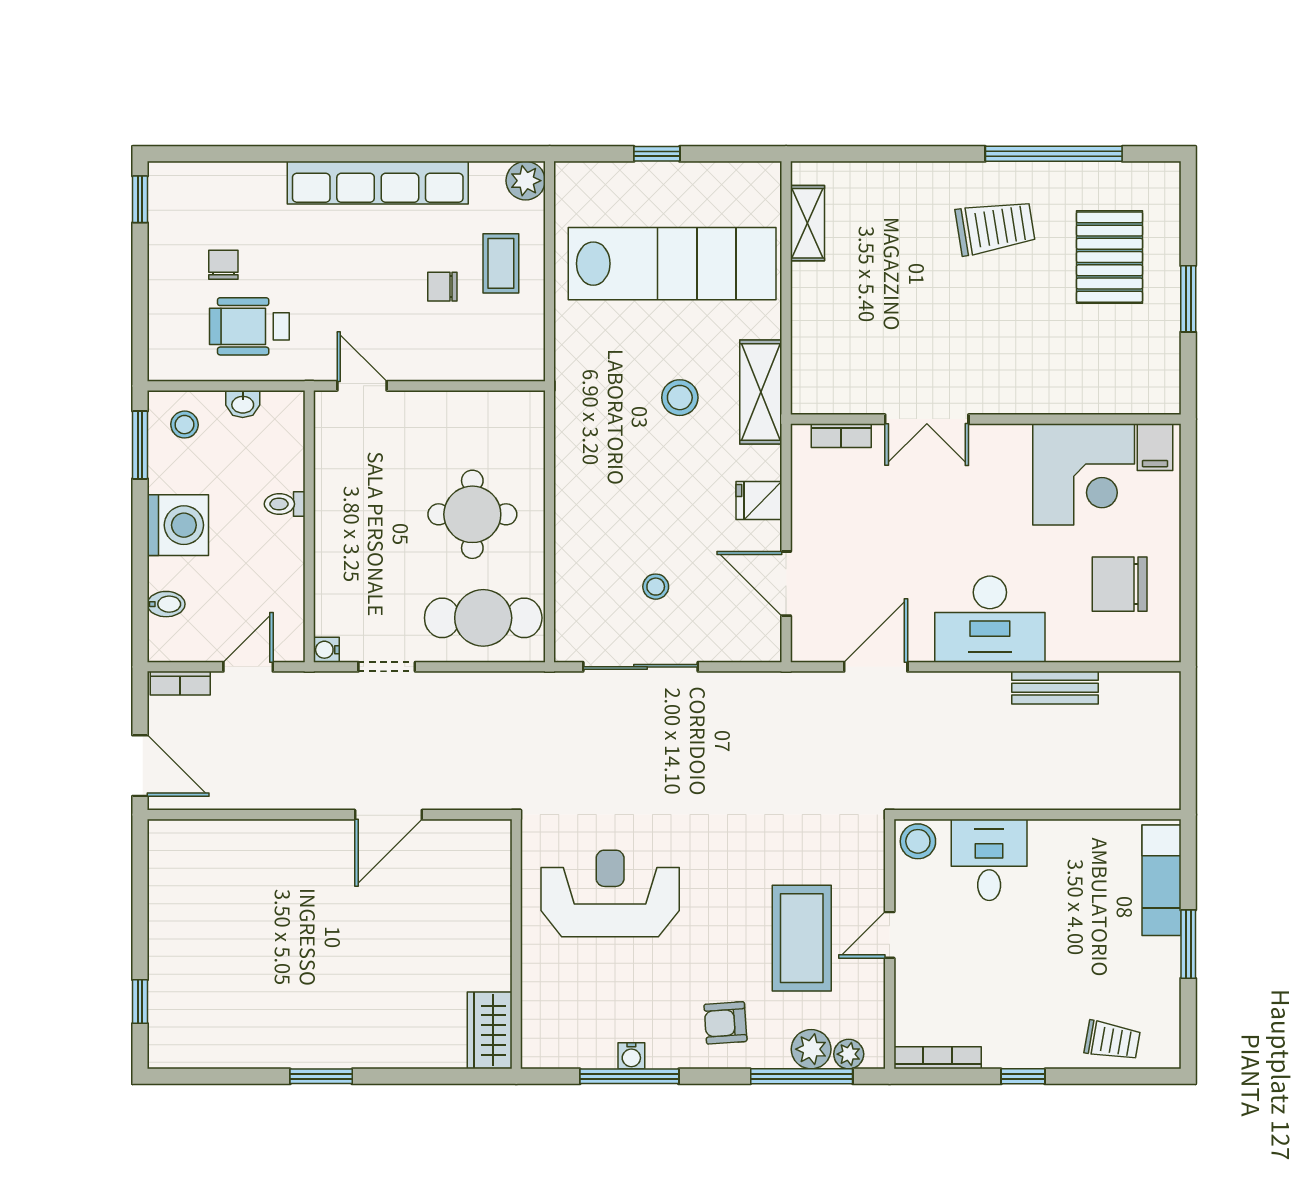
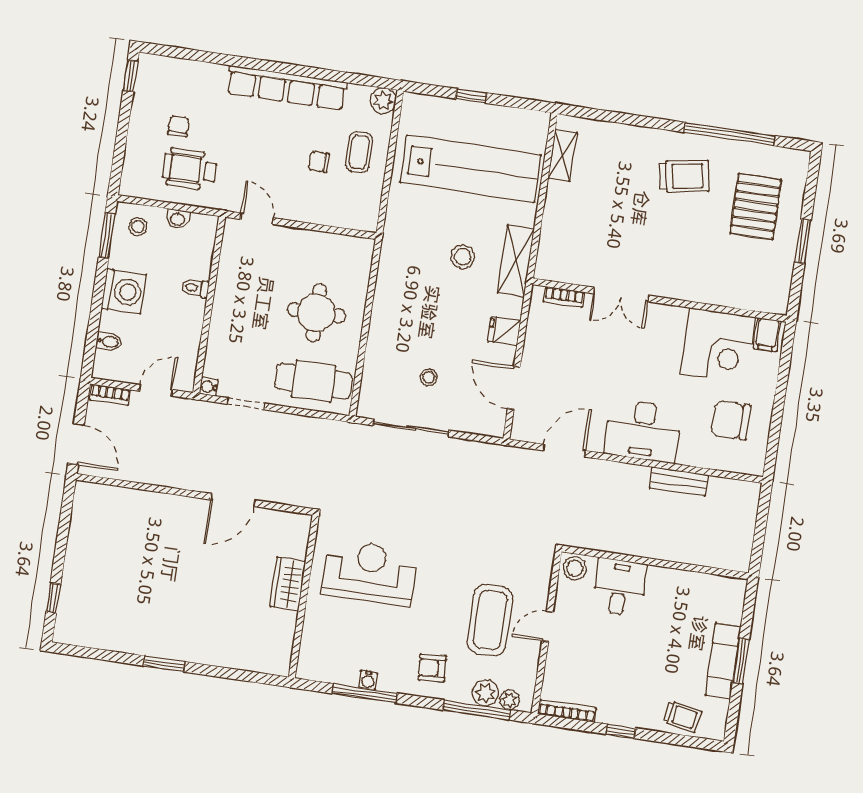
exam couch: (1161, 880) -> (723, 661), moved
wardrobe: (490, 1030) -> (288, 584), moved

